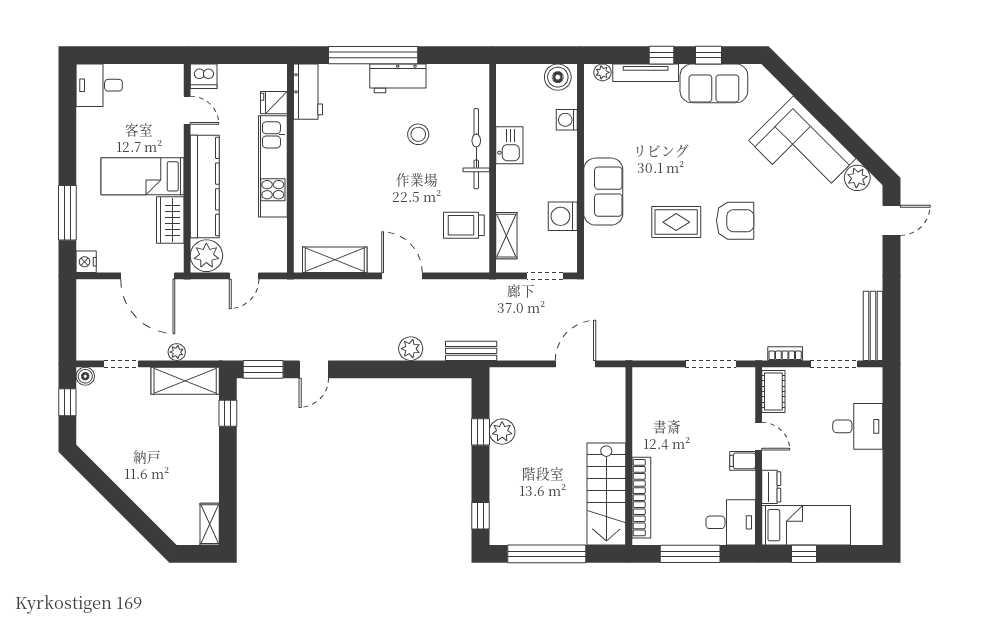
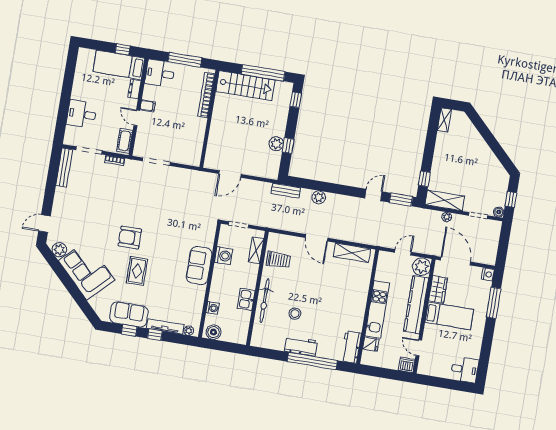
rug: (676, 222) -> (137, 271), moved, turned 90
stairs: (606, 494) -> (245, 86), moved, turned 90

